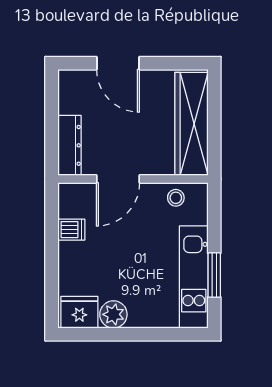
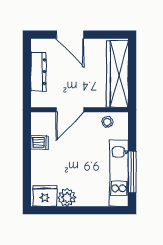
dresser: (70, 145) -> (38, 72), moved
window: (214, 275) -> (132, 172), width x1.44

